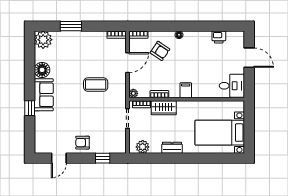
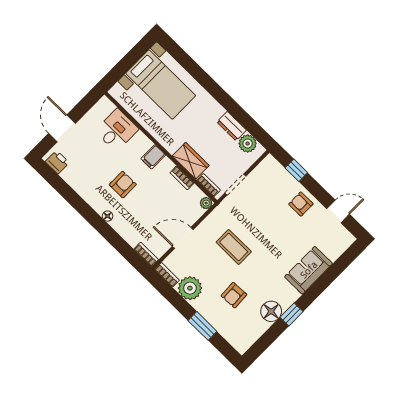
printer: (219, 37) -> (57, 162), moved
plant: (43, 40) -> (190, 288), moved
armchair: (160, 51) -> (123, 185), moved, turned 56
armchair: (70, 59) -> (234, 295), added
desk: (232, 86) -> (117, 130), moved, turned 90
sofa: (44, 95) -> (309, 270), moved
window: (30, 108) -> (291, 314), moved
armchair: (83, 143) -> (301, 204), turned 180
dresser: (172, 148) -> (232, 126), moved

